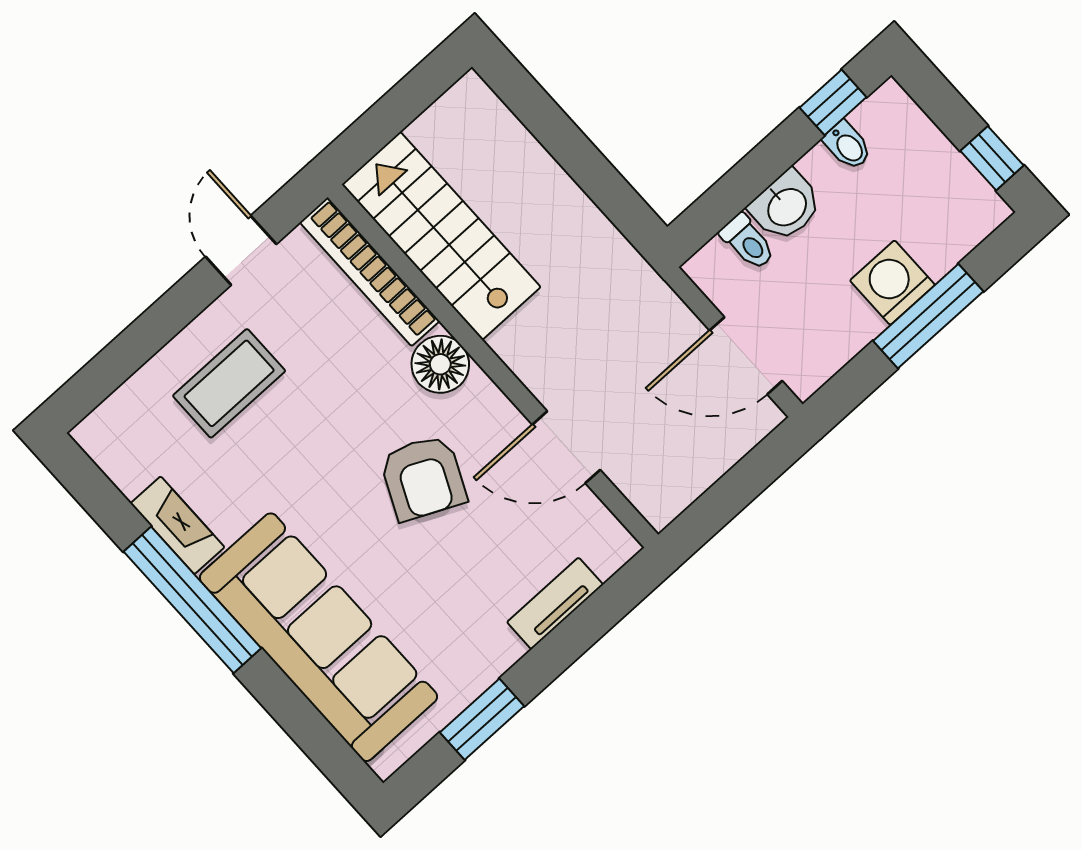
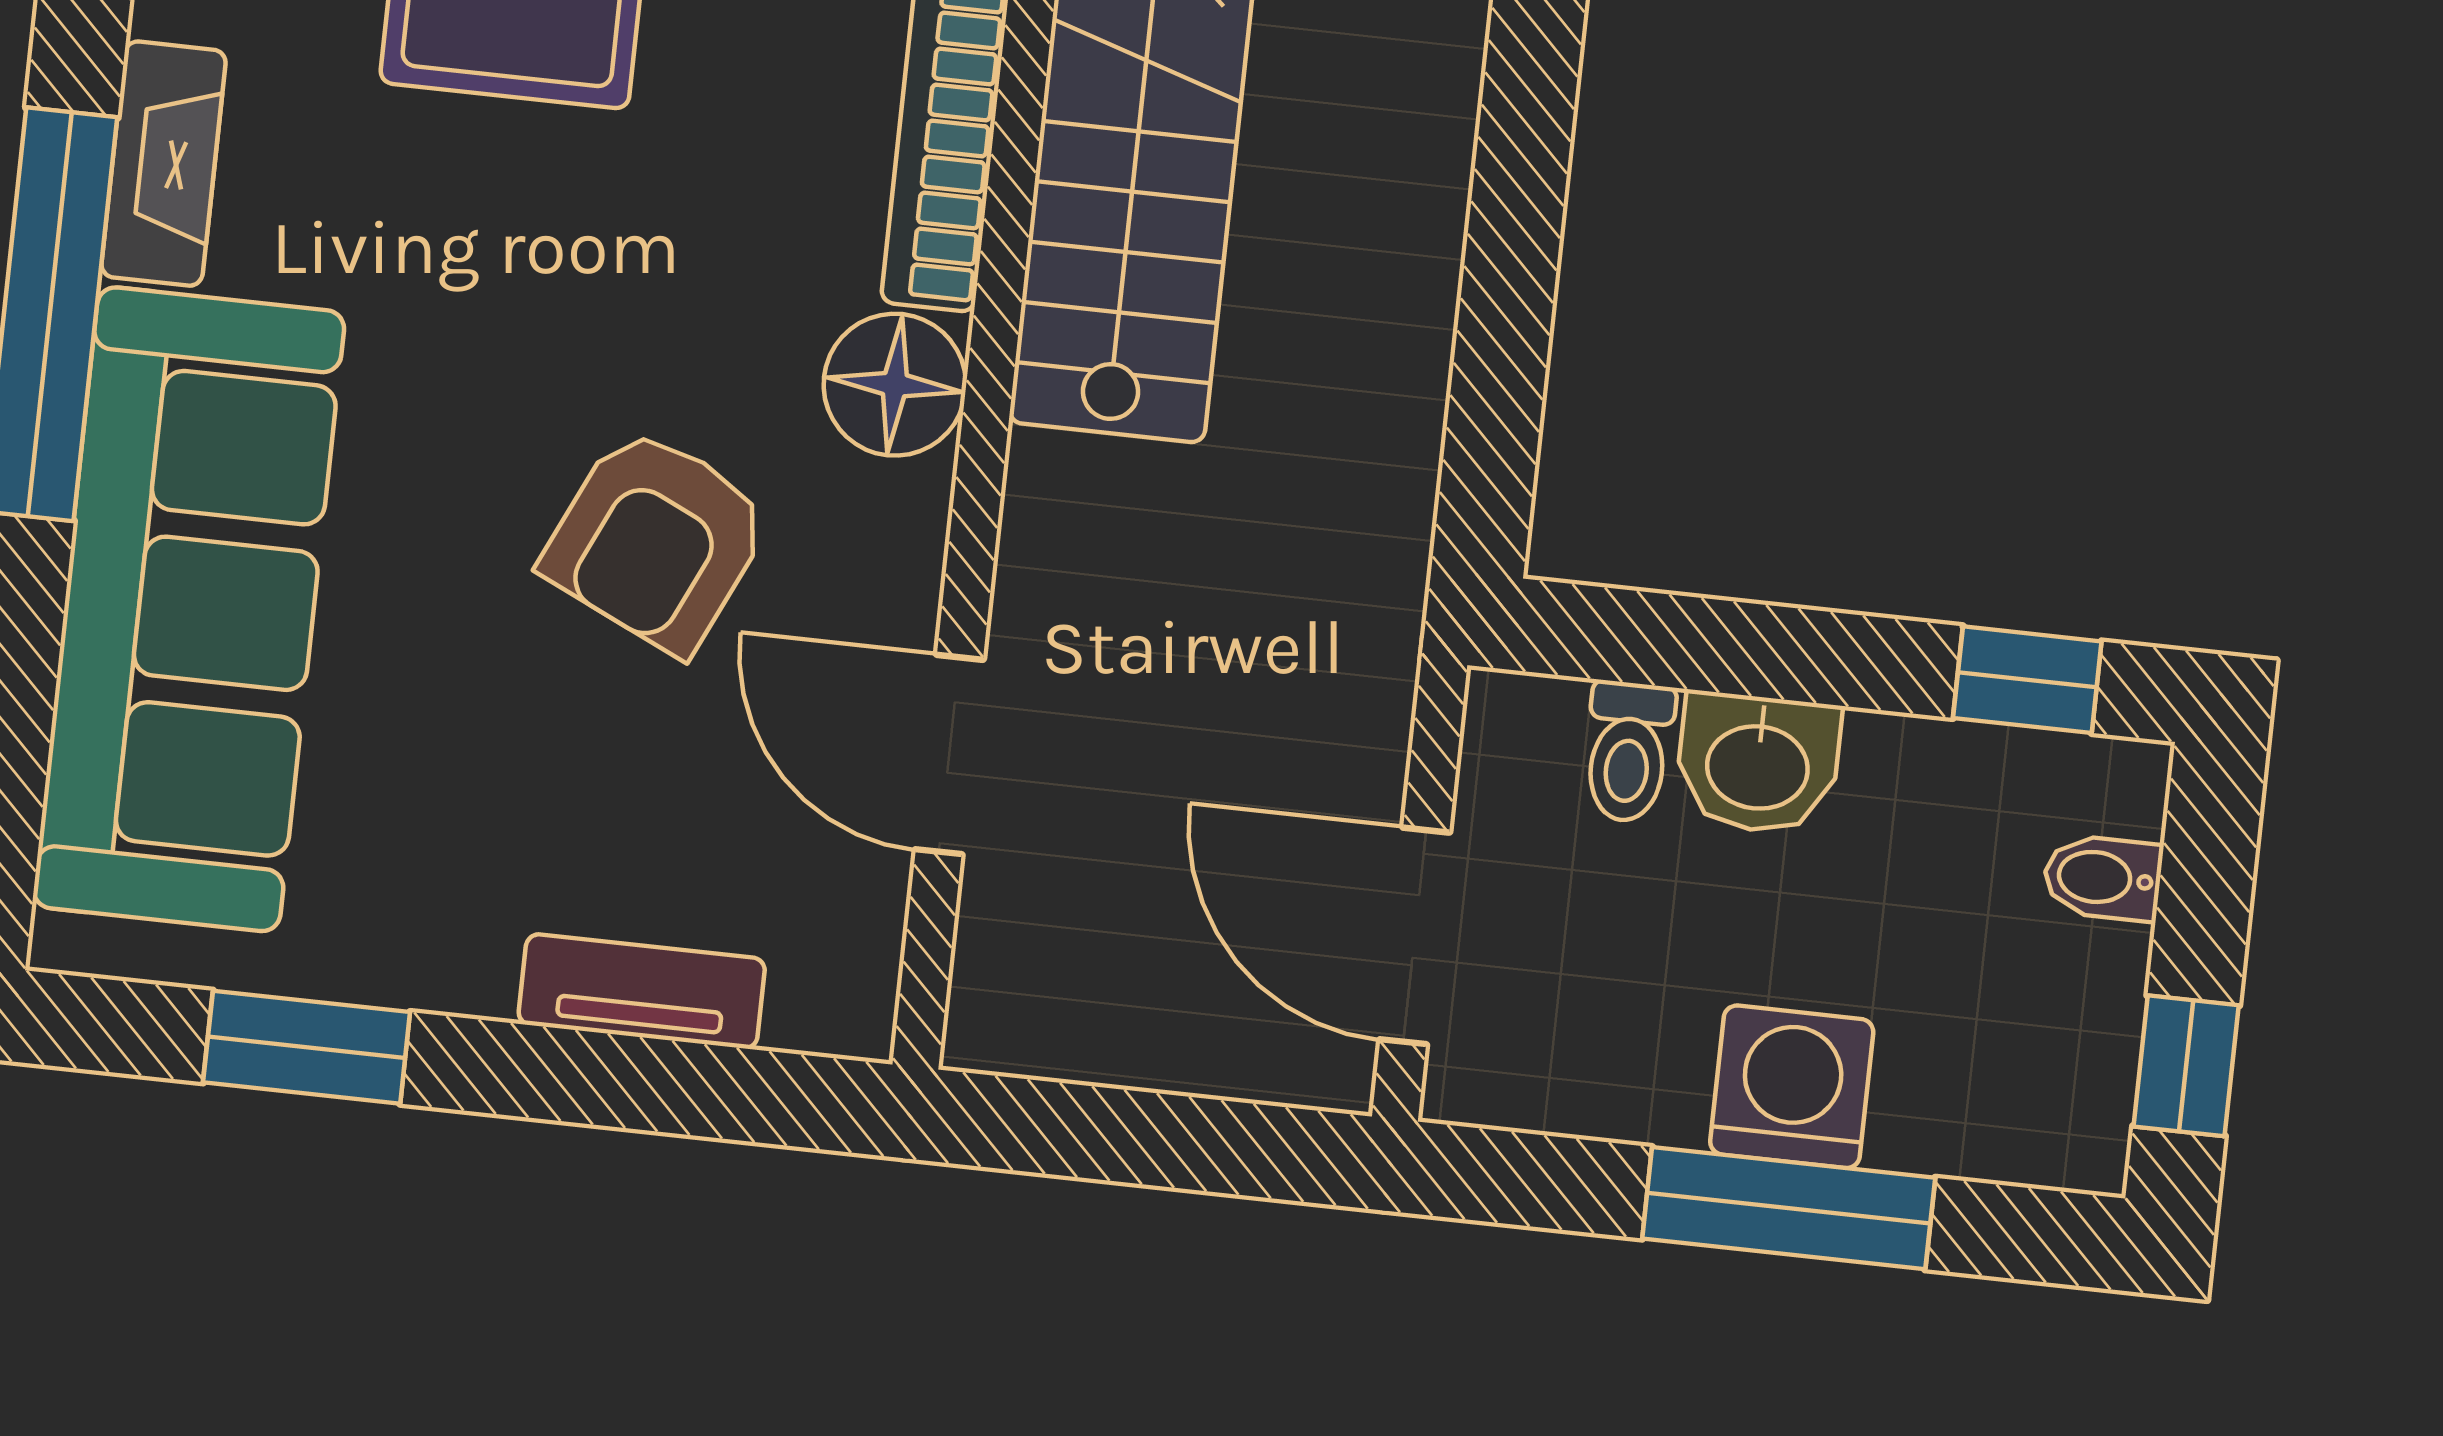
bidet: (847, 146) -> (2103, 878), moved, turned 90

